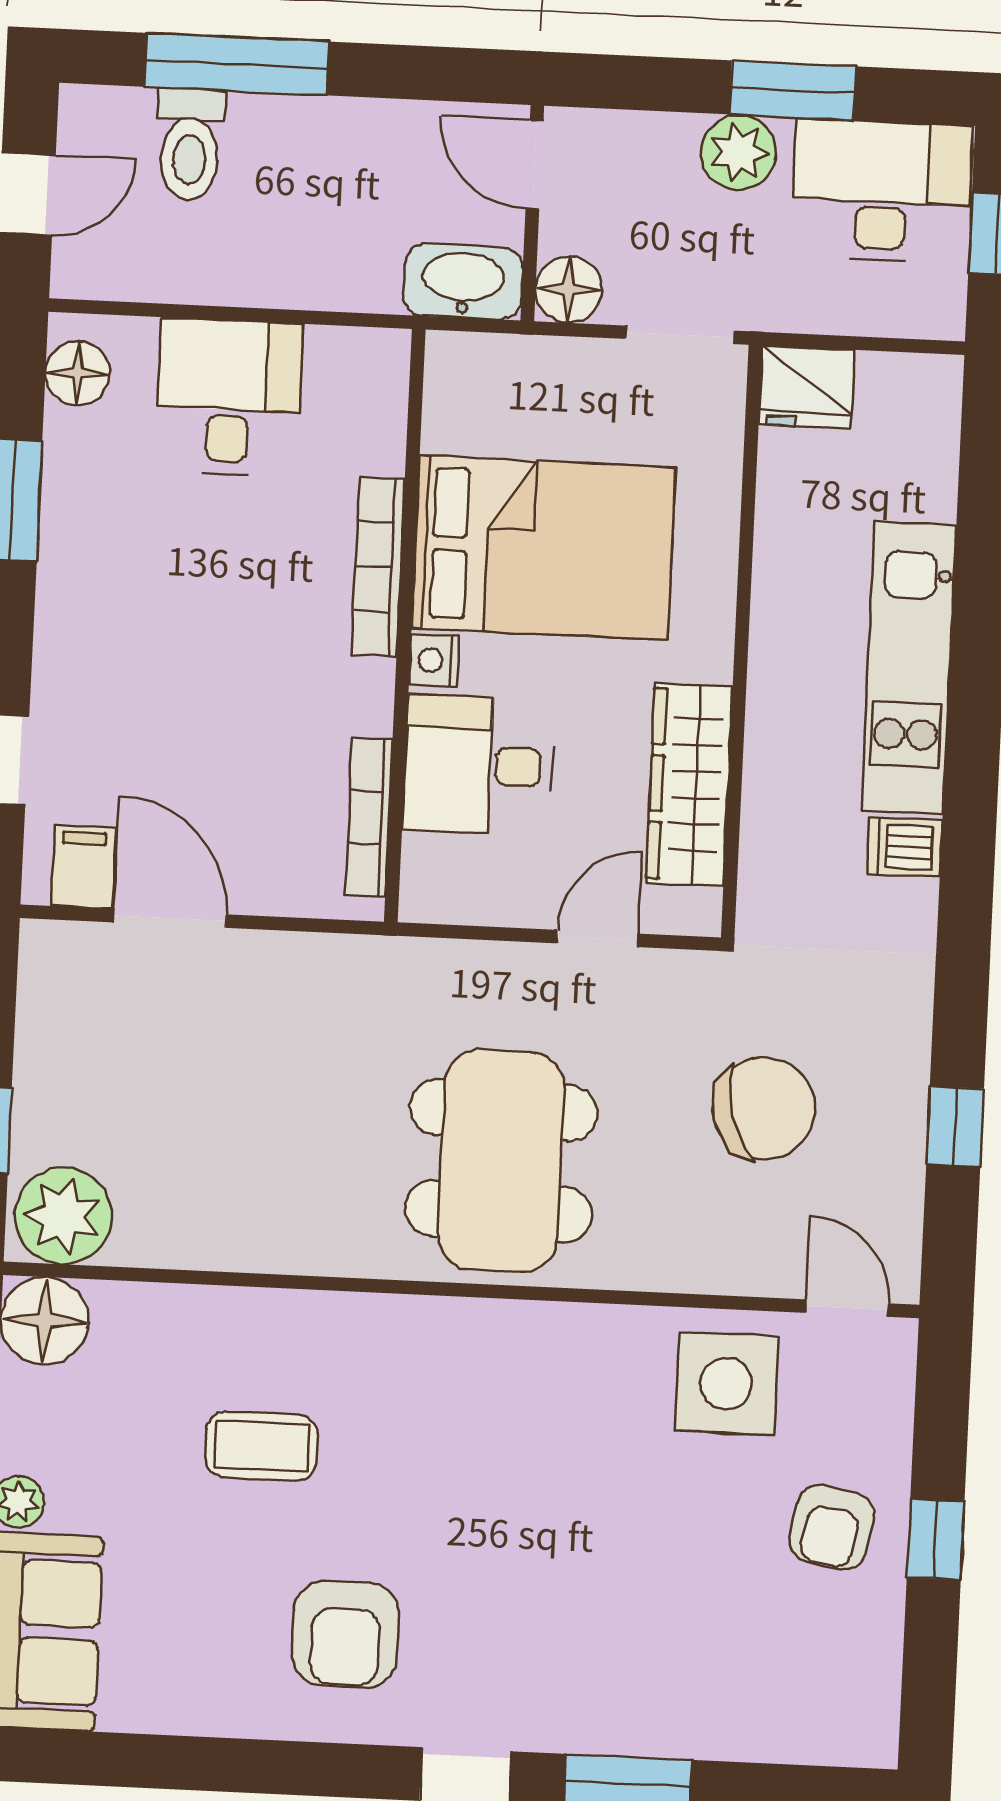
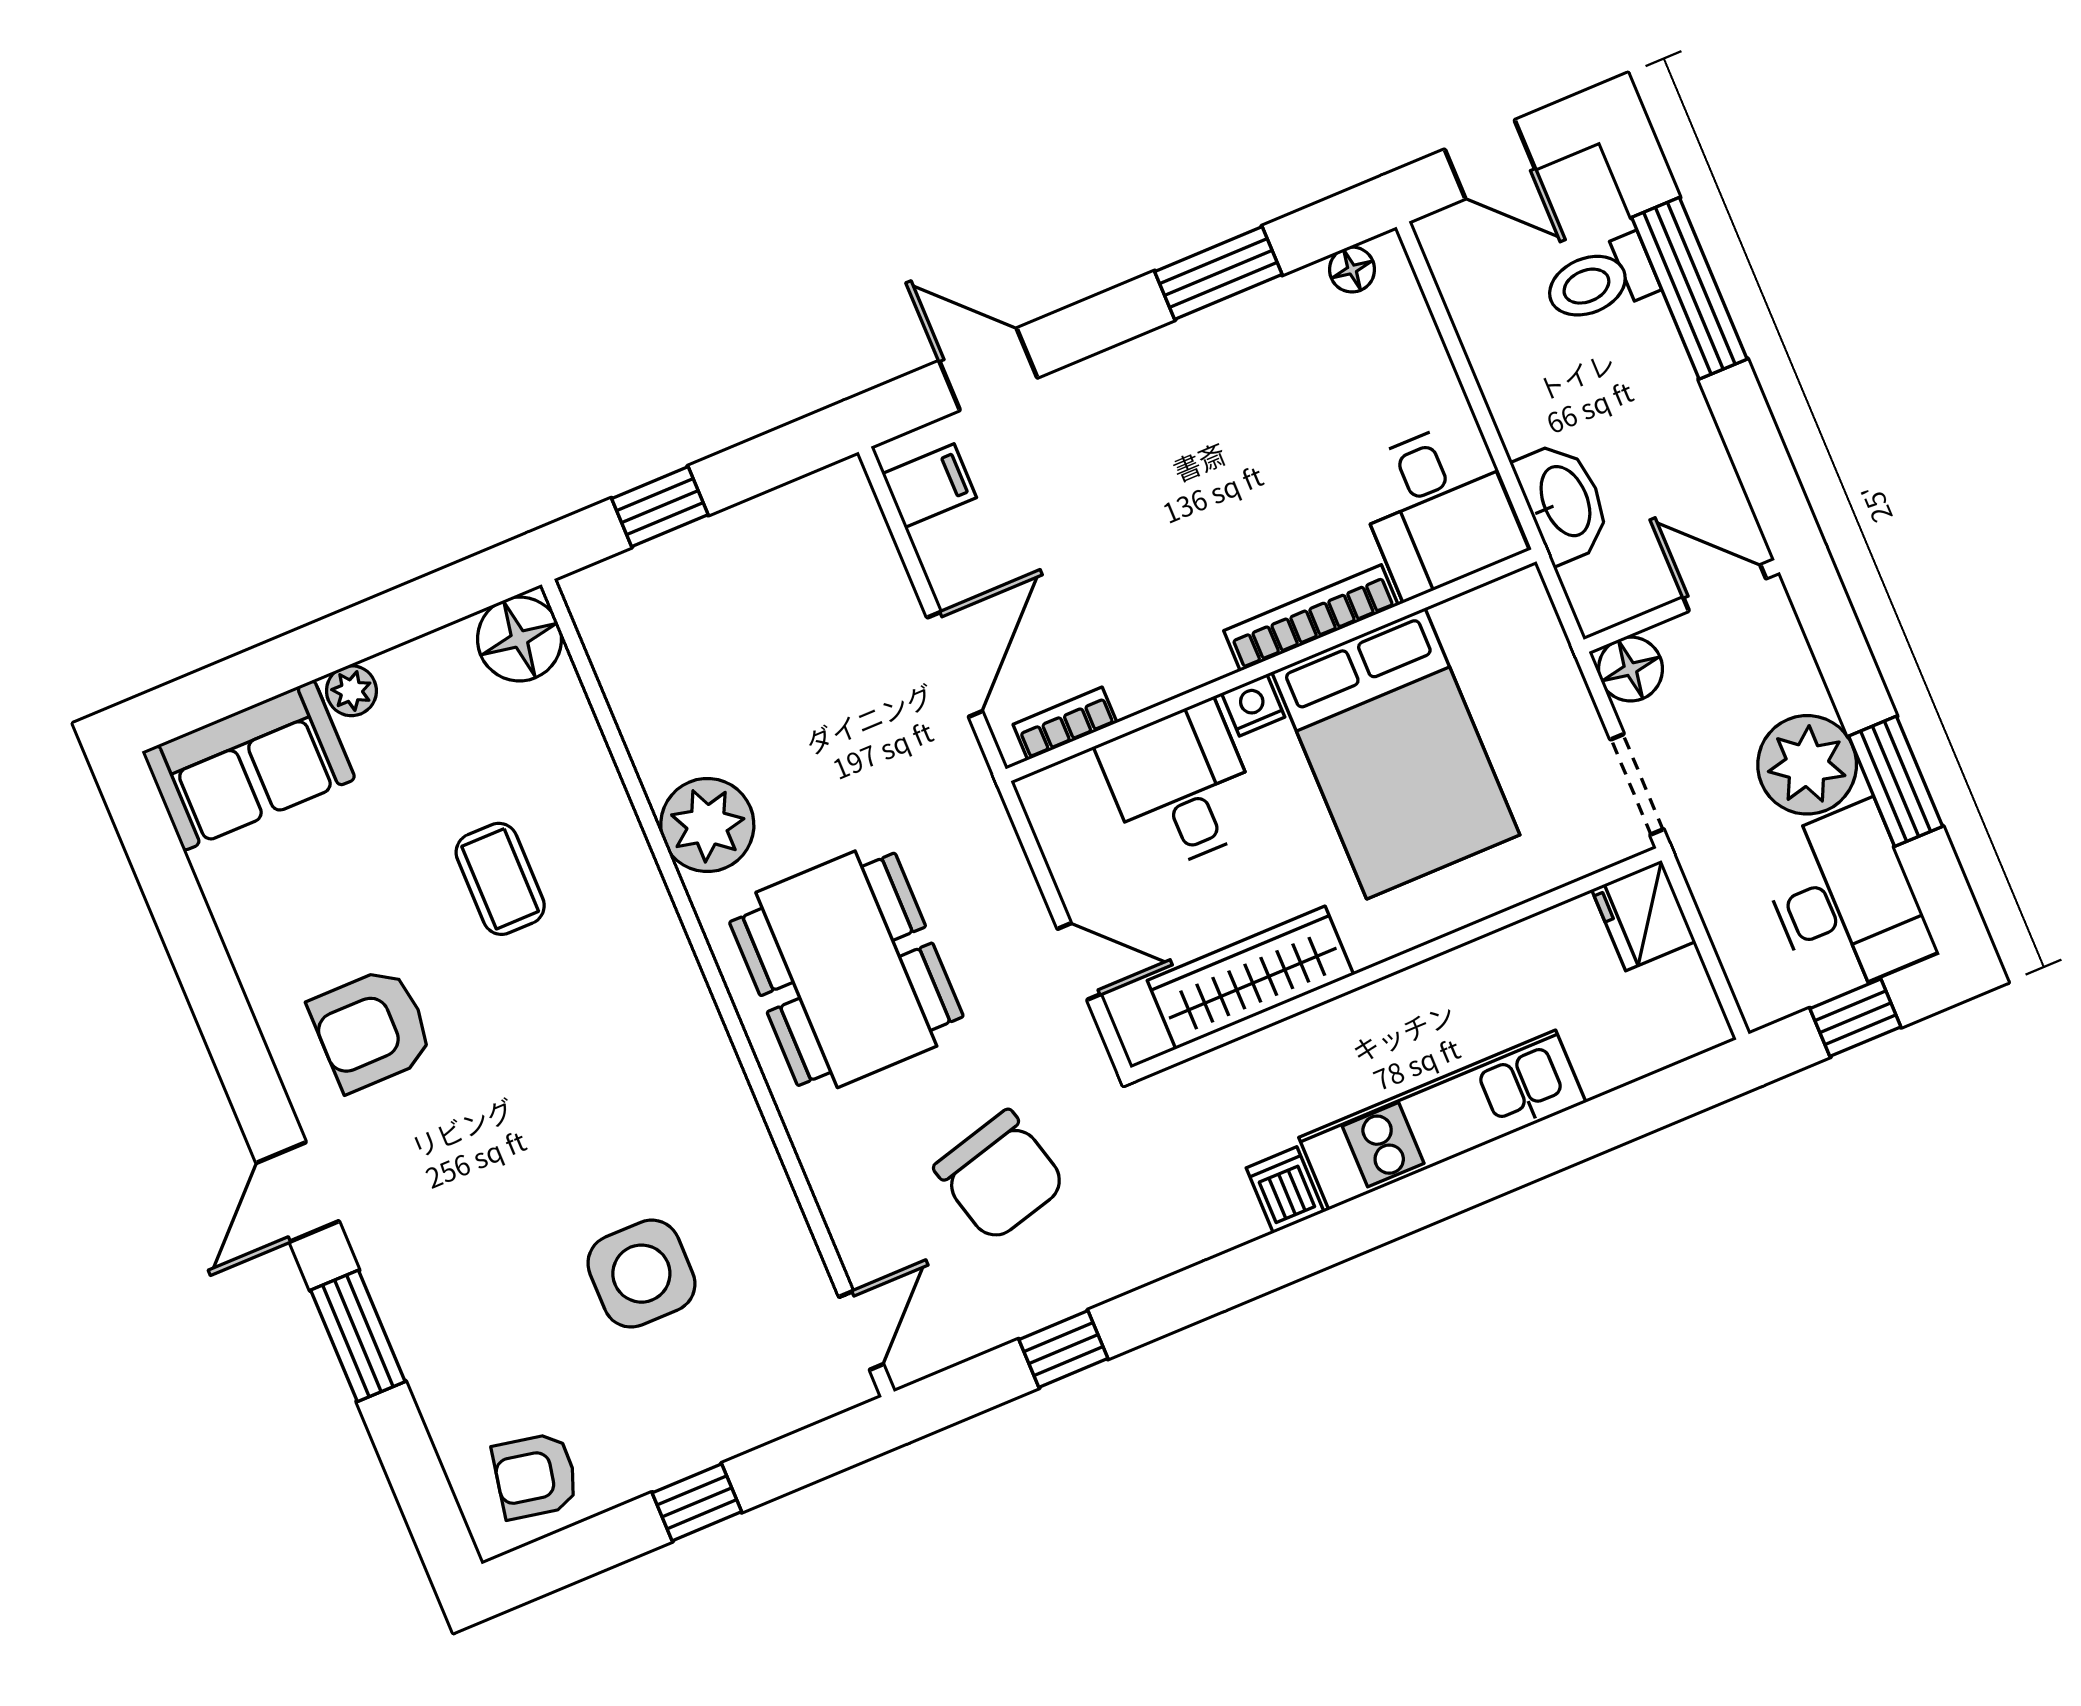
plant: (738, 152) -> (1807, 765), width x1.36, depth x1.36
door: (535, 165) -> (1725, 588), hinge flipped
washbasin: (463, 282) -> (1564, 502), moved
floor lamp: (78, 373) -> (1352, 270), width x0.73, depth x0.73
desk: (229, 397) -> (1438, 509), moved, turned 90
bookcase: (369, 817) -> (1065, 723), width x0.64
door: (170, 918) -> (955, 664), moved
dining table: (501, 1161) -> (846, 969), turned 90
plant: (63, 1216) -> (707, 825), moved
side table: (726, 1383) -> (641, 1274), moved
armchair: (832, 1527) -> (535, 1476), moved

